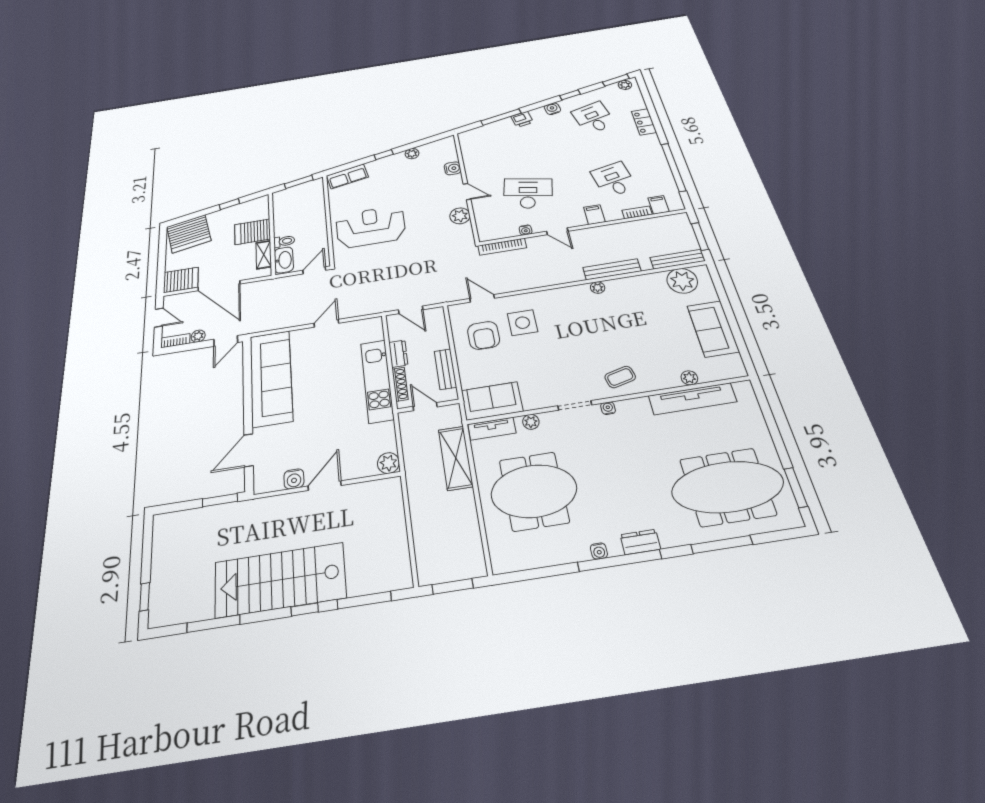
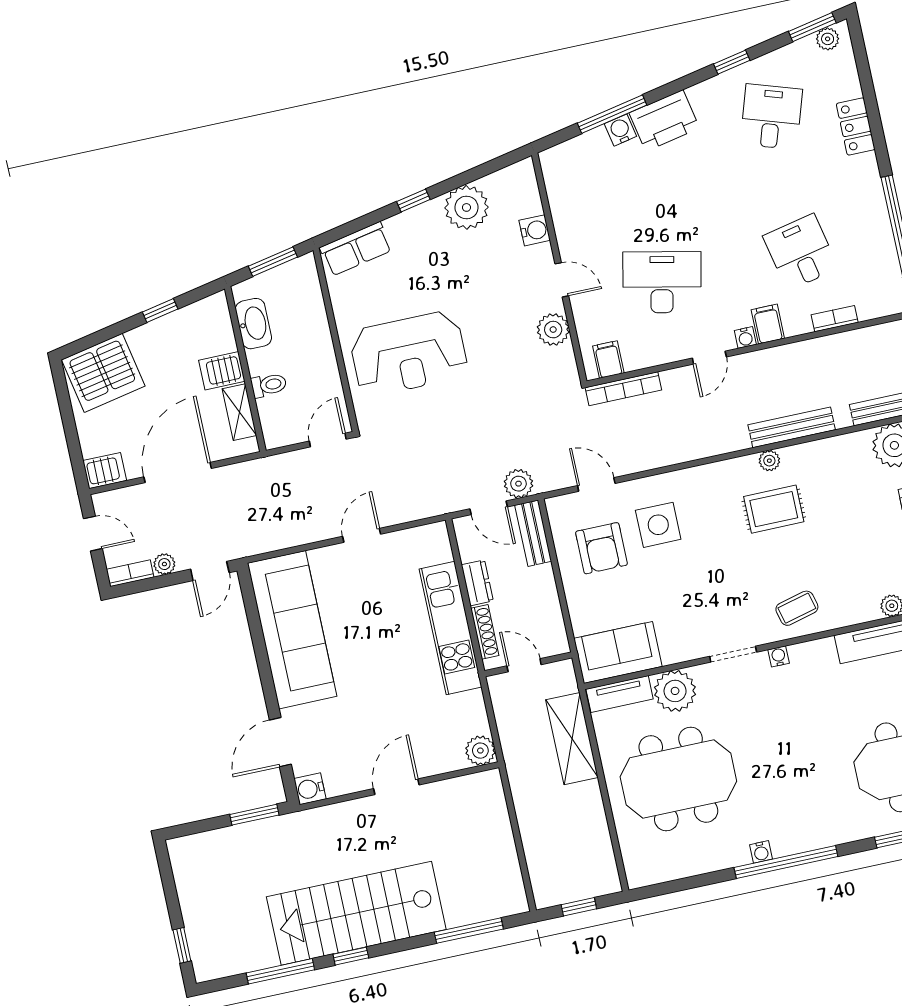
water cooler: (552, 109) -> (620, 130), moved
desk: (594, 118) -> (771, 117), turned 33
printer: (522, 119) -> (664, 121), width x1.87, depth x1.48
plant: (412, 154) -> (466, 207), width x1.87, depth x1.87
filing cabinet: (659, 205) -> (608, 359), moved
reception desk: (371, 227) -> (409, 354), turned 180
water cooler: (526, 230) -> (745, 337), moved
door: (557, 231) -> (709, 358), hinge flipped
server rack: (253, 232) -> (222, 371), width x0.73, depth x0.70
washbasin: (284, 260) -> (253, 324), moved
server rack: (181, 280) -> (105, 471), width x0.73, depth x0.70
door: (219, 286) -> (178, 473), swing flipped
plant: (431, 297) -> (519, 484), added
rug: (601, 316) -> (774, 509), added
bench: (445, 369) -> (533, 533), moved
plant: (531, 422) -> (675, 691), width x1.87, depth x1.87
water cooler: (294, 479) -> (310, 789), moved, turned 90
dresser: (640, 542) -> (813, 837), removed
window: (453, 586) -> (579, 907), width x0.67
window: (305, 609) -> (351, 956), moved

